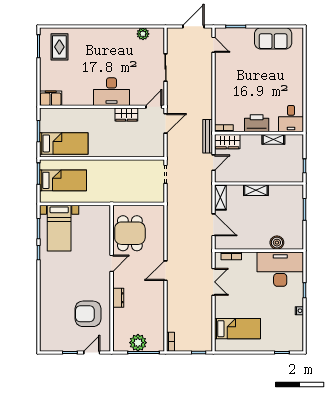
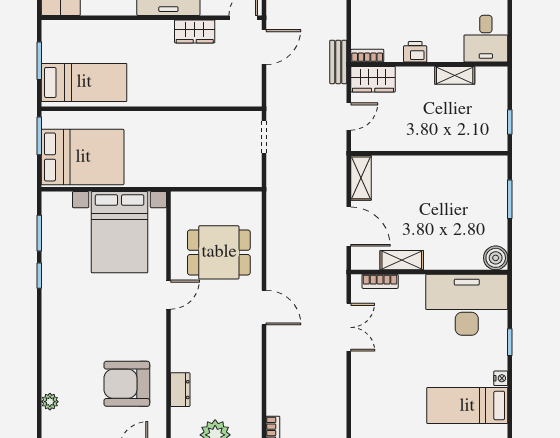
printer: (257, 123) -> (415, 52), width x0.53, depth x0.68
bench: (208, 136) -> (338, 62), width x0.73
bed: (63, 180) -> (83, 157), width x1.50
shelving: (256, 190) -> (402, 260), moved
bed with nightstands: (59, 228) -> (120, 232), moved, width x1.36
dining table: (130, 233) -> (219, 252), moved, turned 90
boiler: (277, 243) -> (496, 258), moved
door: (166, 271) -> (264, 307), swing flipped
dresser: (118, 298) -> (180, 390), moved
plant: (45, 324) -> (50, 402), added
bed: (237, 329) -> (467, 406), moved, turned 180

